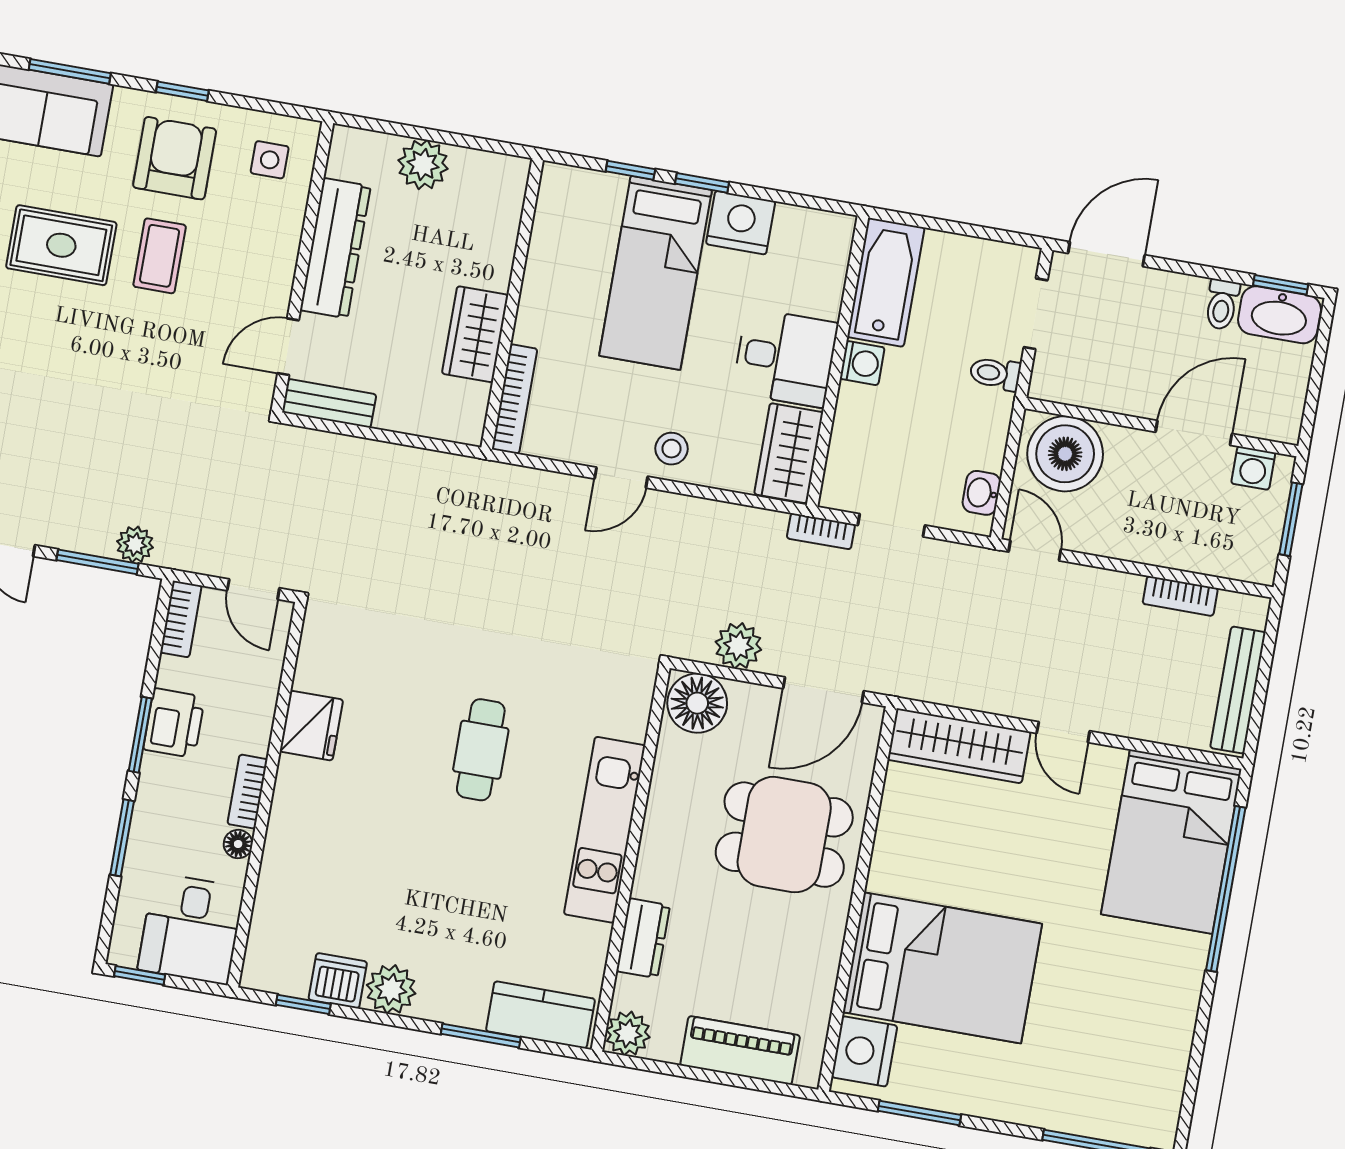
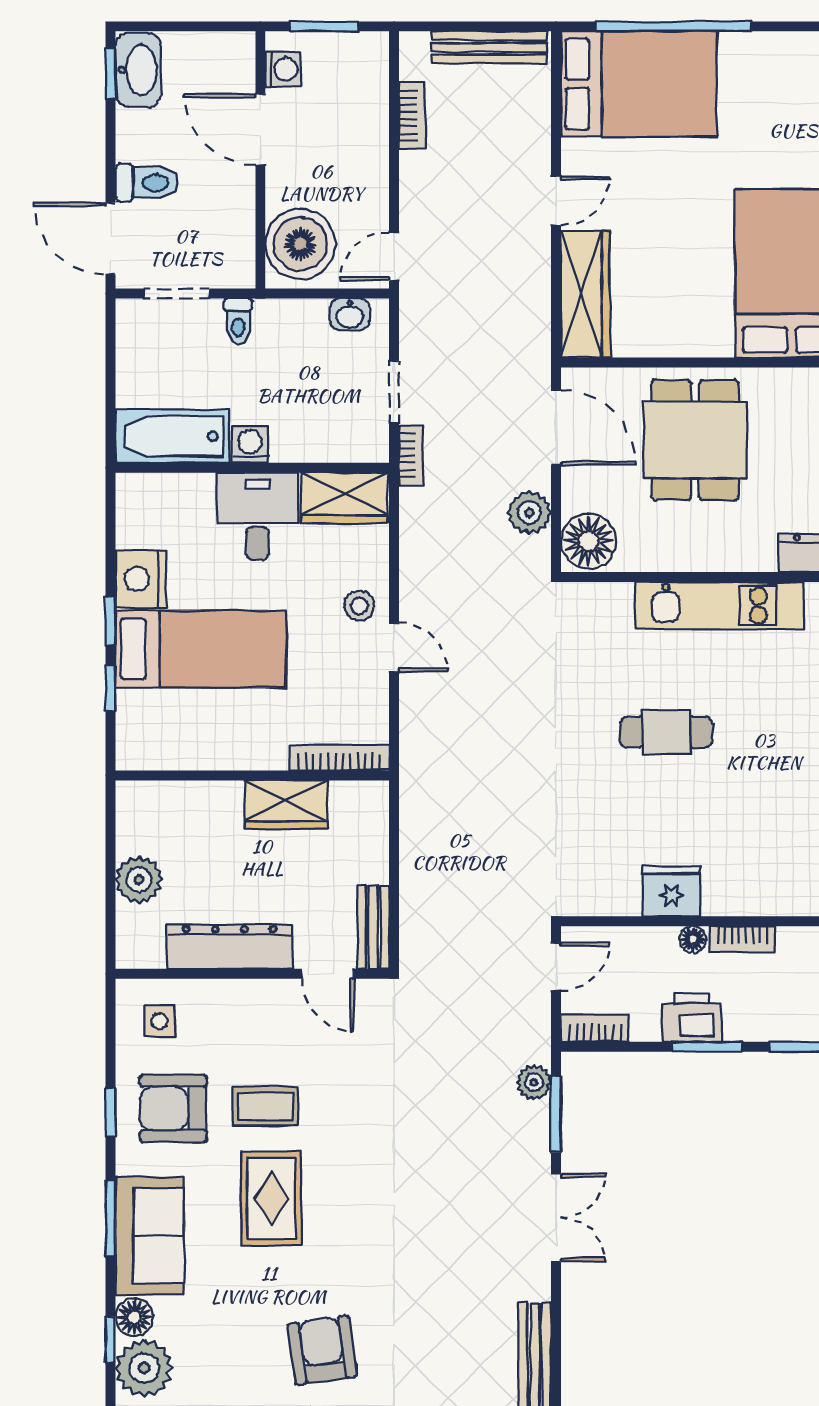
toilet: (1222, 304) -> (147, 183), moved, width x1.37, depth x1.39
floor lamp: (238, 844) -> (693, 939), moved

